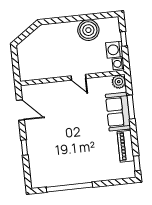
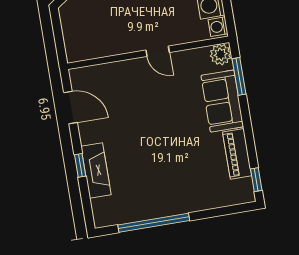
window: (131, 107) -> (239, 76), moved
fireplace: (34, 151) -> (96, 170), added

